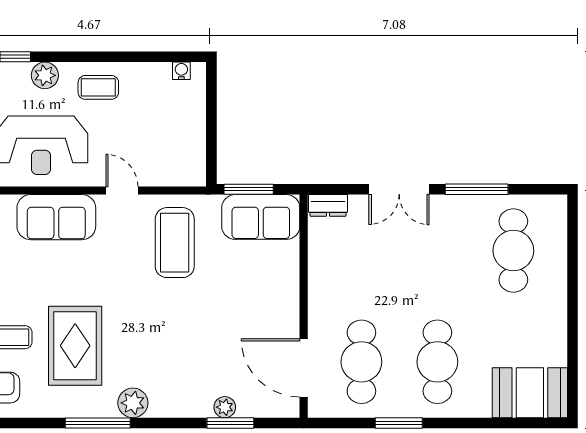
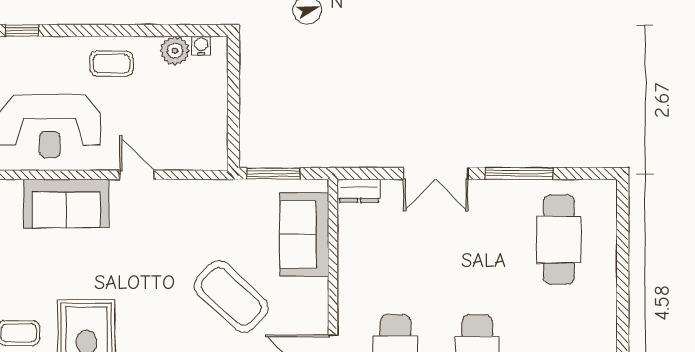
plant: (45, 75) -> (175, 51), moved
sofa: (261, 217) -> (304, 234), moved, turned 90
coffee table: (175, 243) -> (231, 297), moved, turned -47

